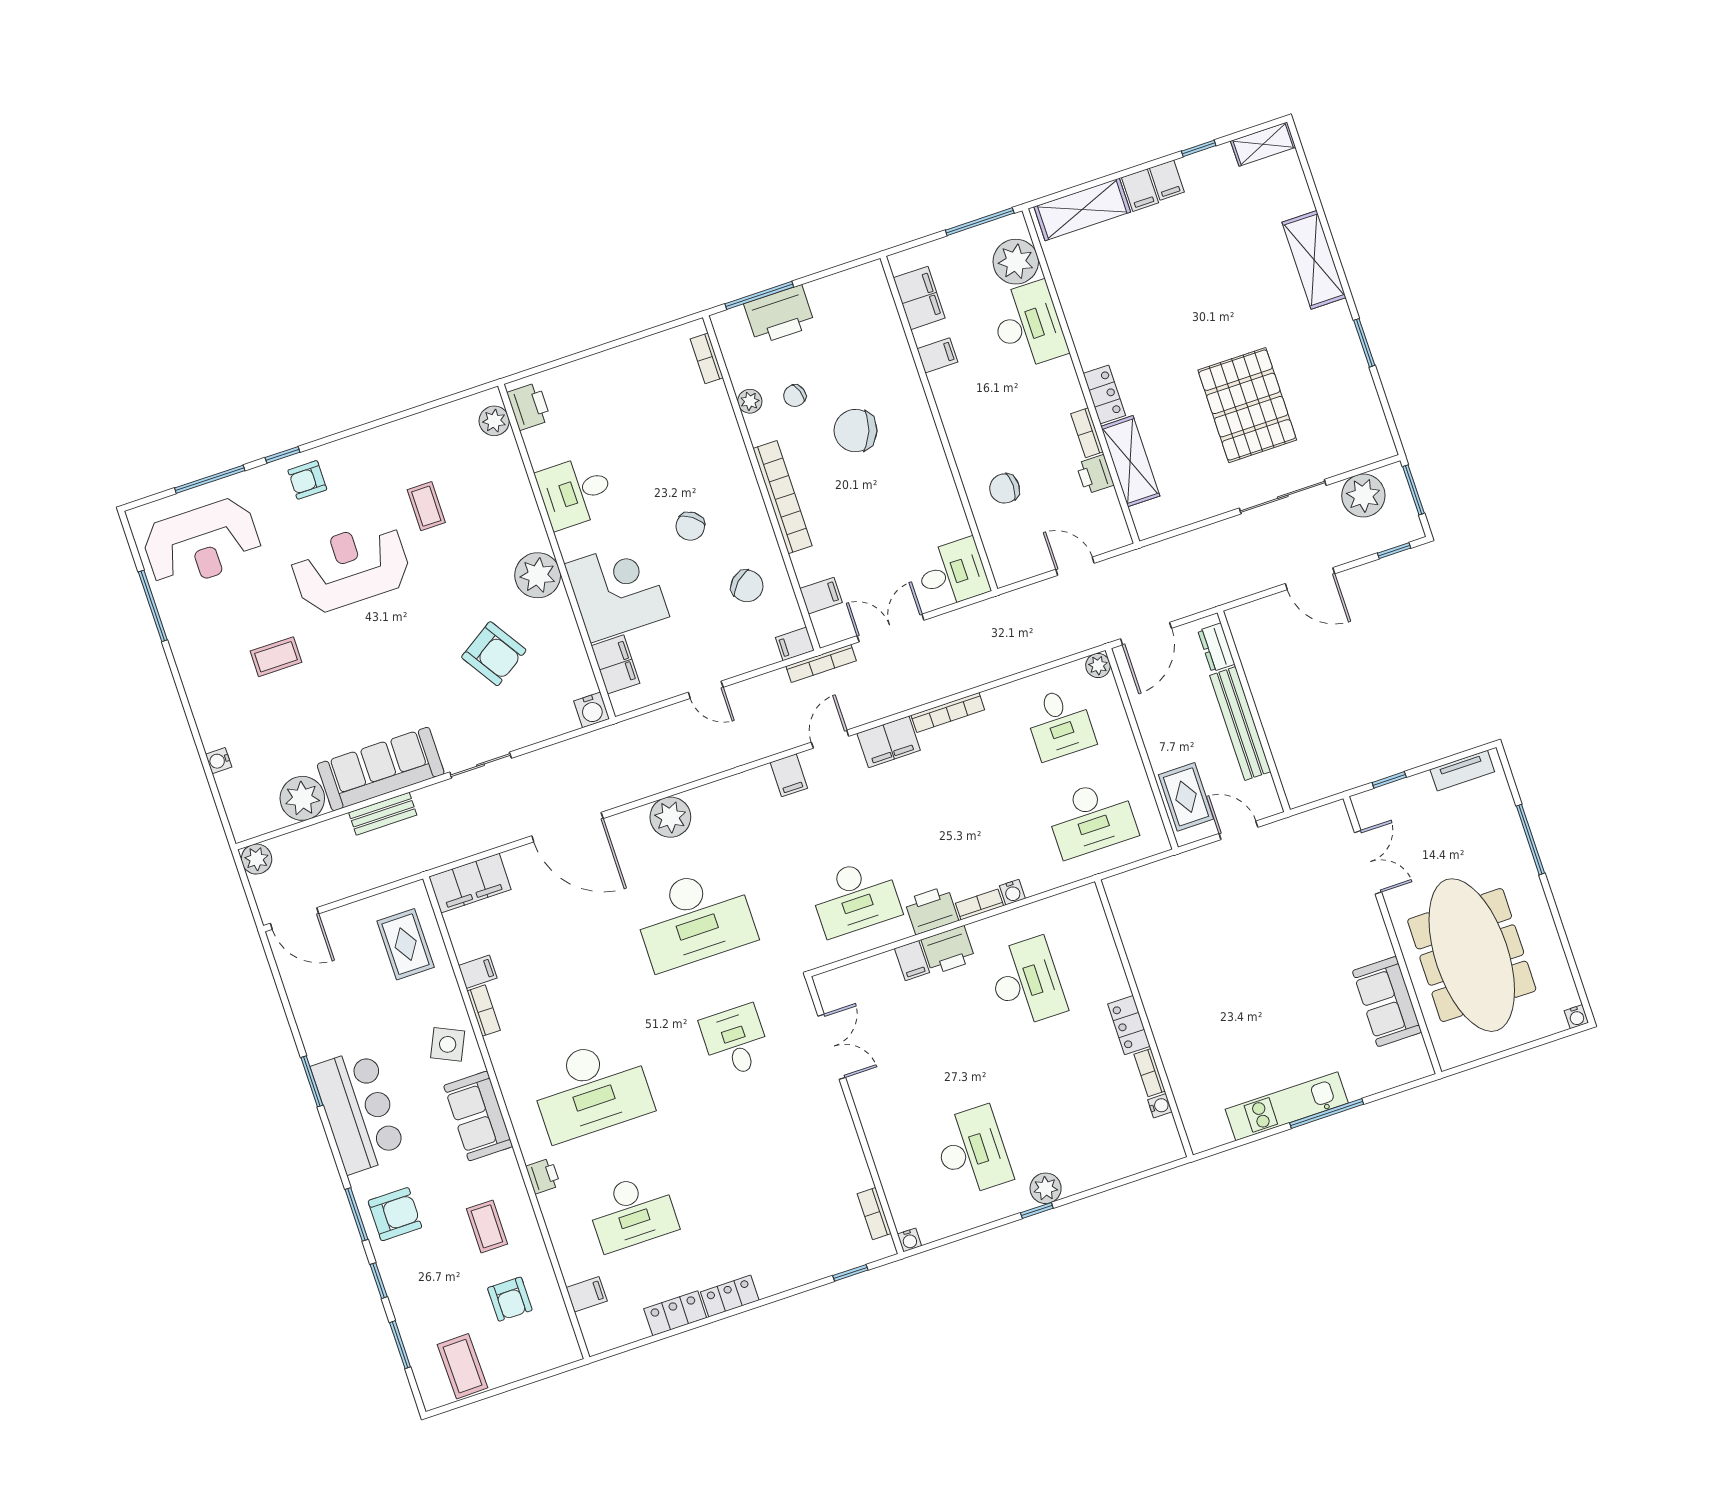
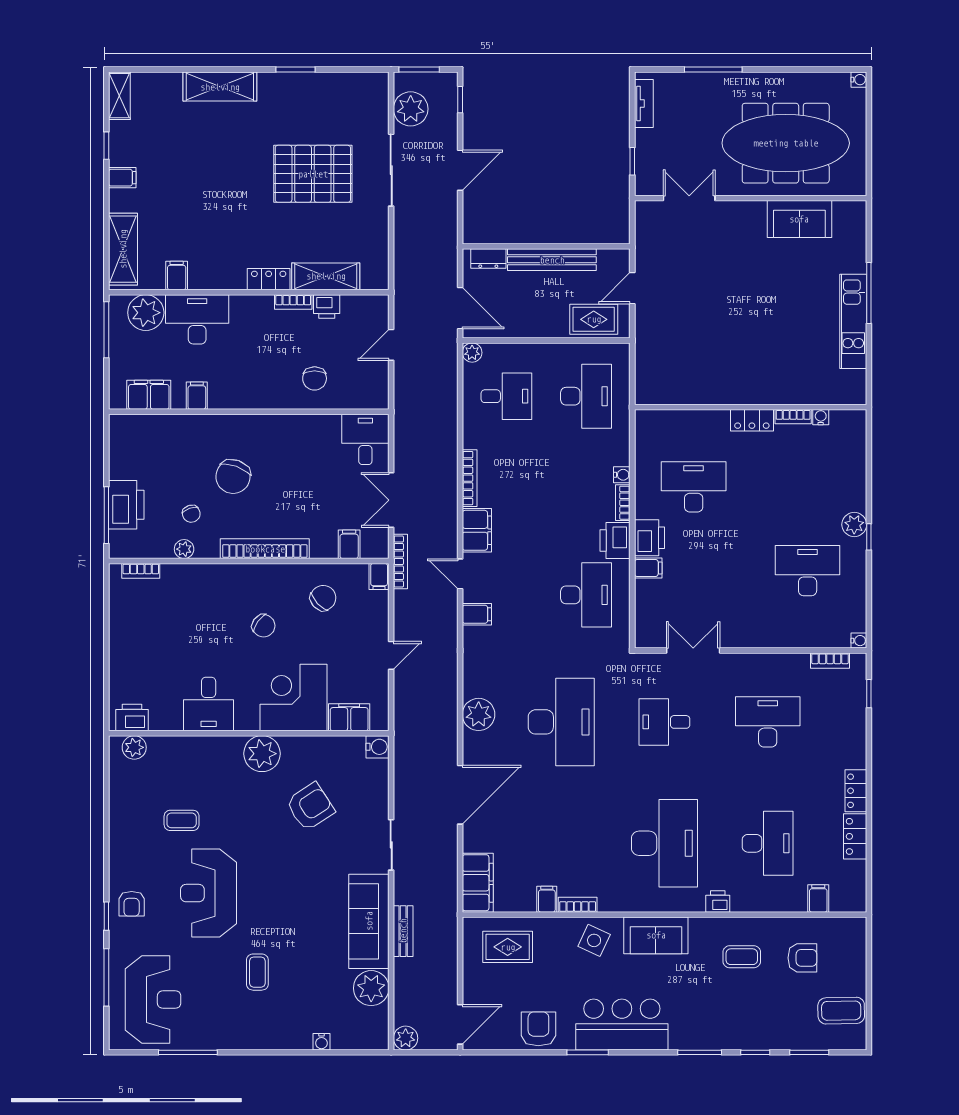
filing cabinet: (1140, 190) -> (177, 276), moved, turned -90
desk: (776, 1164) -> (768, 722), added
armchair: (395, 1214) -> (538, 1029), moved

